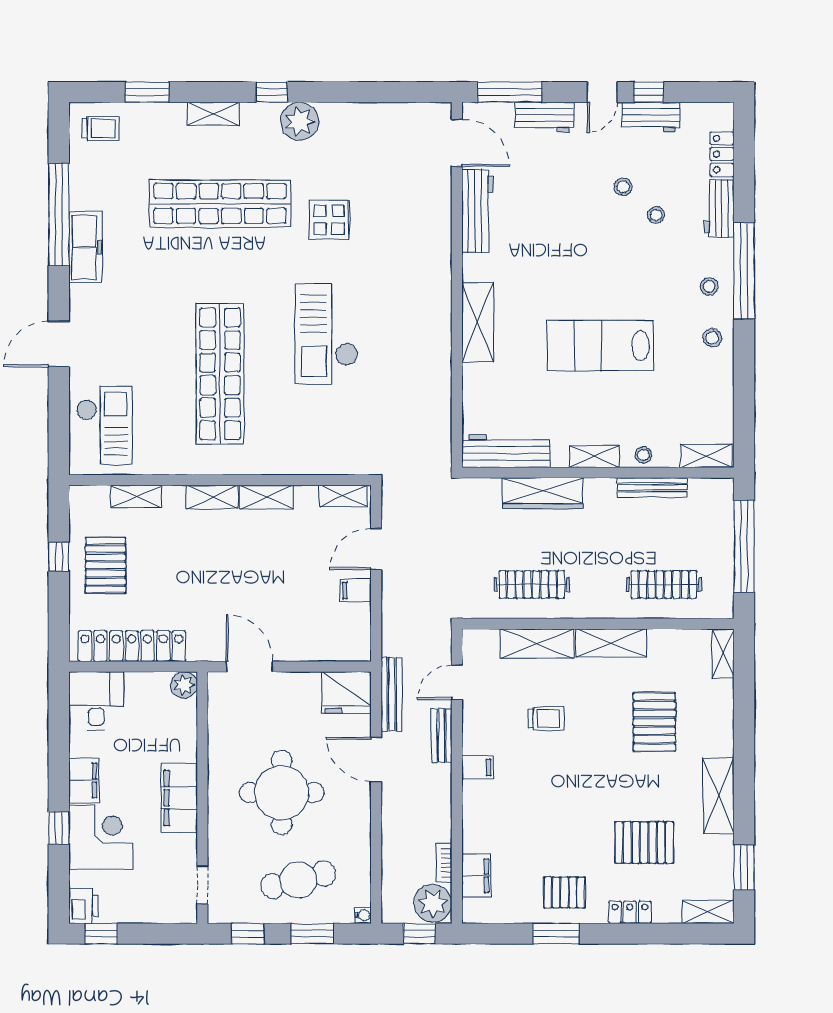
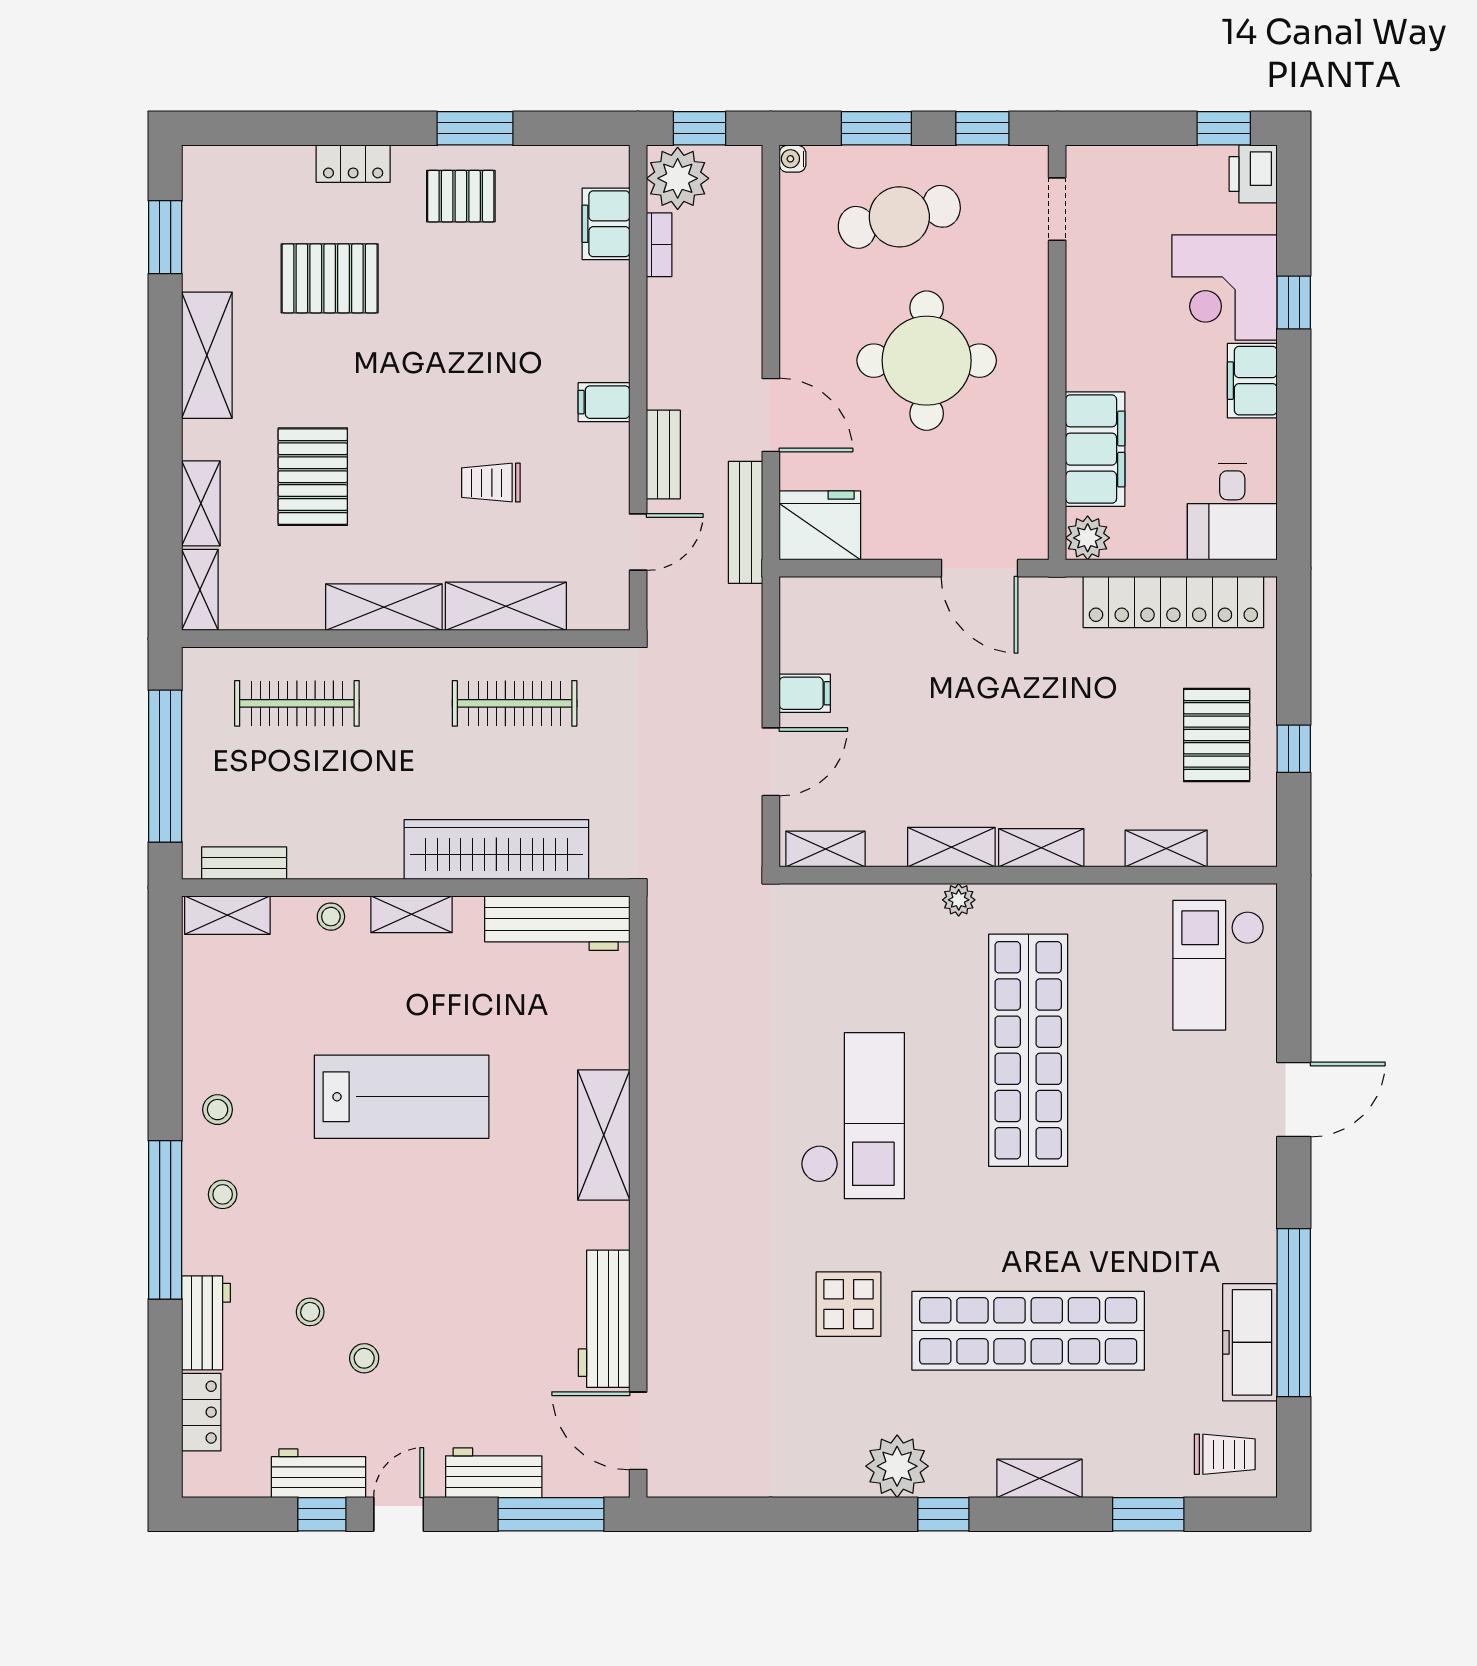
trolley: (101, 129) -> (1225, 1454), turned 180
freezer: (85, 247) -> (1250, 1342), moved
plant: (262, 465) -> (959, 900), added
bench: (652, 487) -> (244, 863), moved, width x0.73
wardrobe: (543, 493) -> (496, 849), width x1.40, depth x1.17
filing cabinet: (179, 798) -> (1095, 449), moved
shelving: (708, 912) -> (201, 503), moved, turned 90

